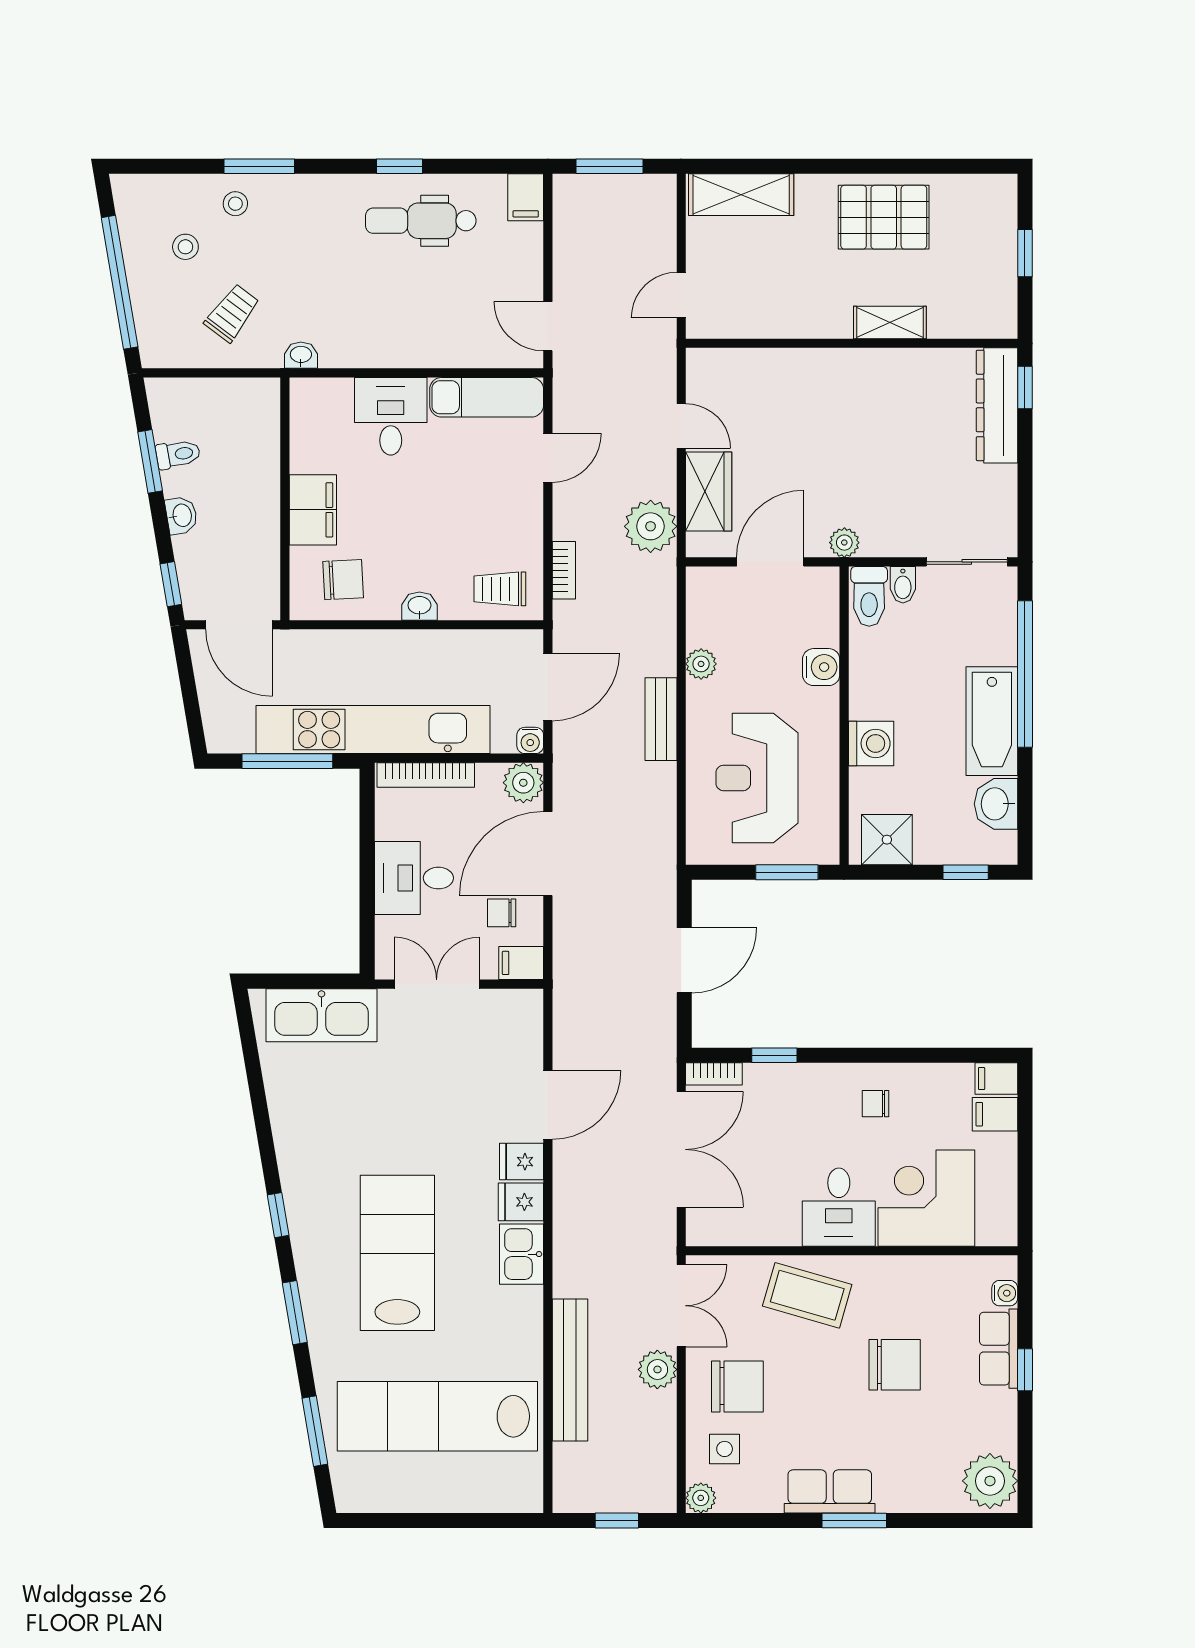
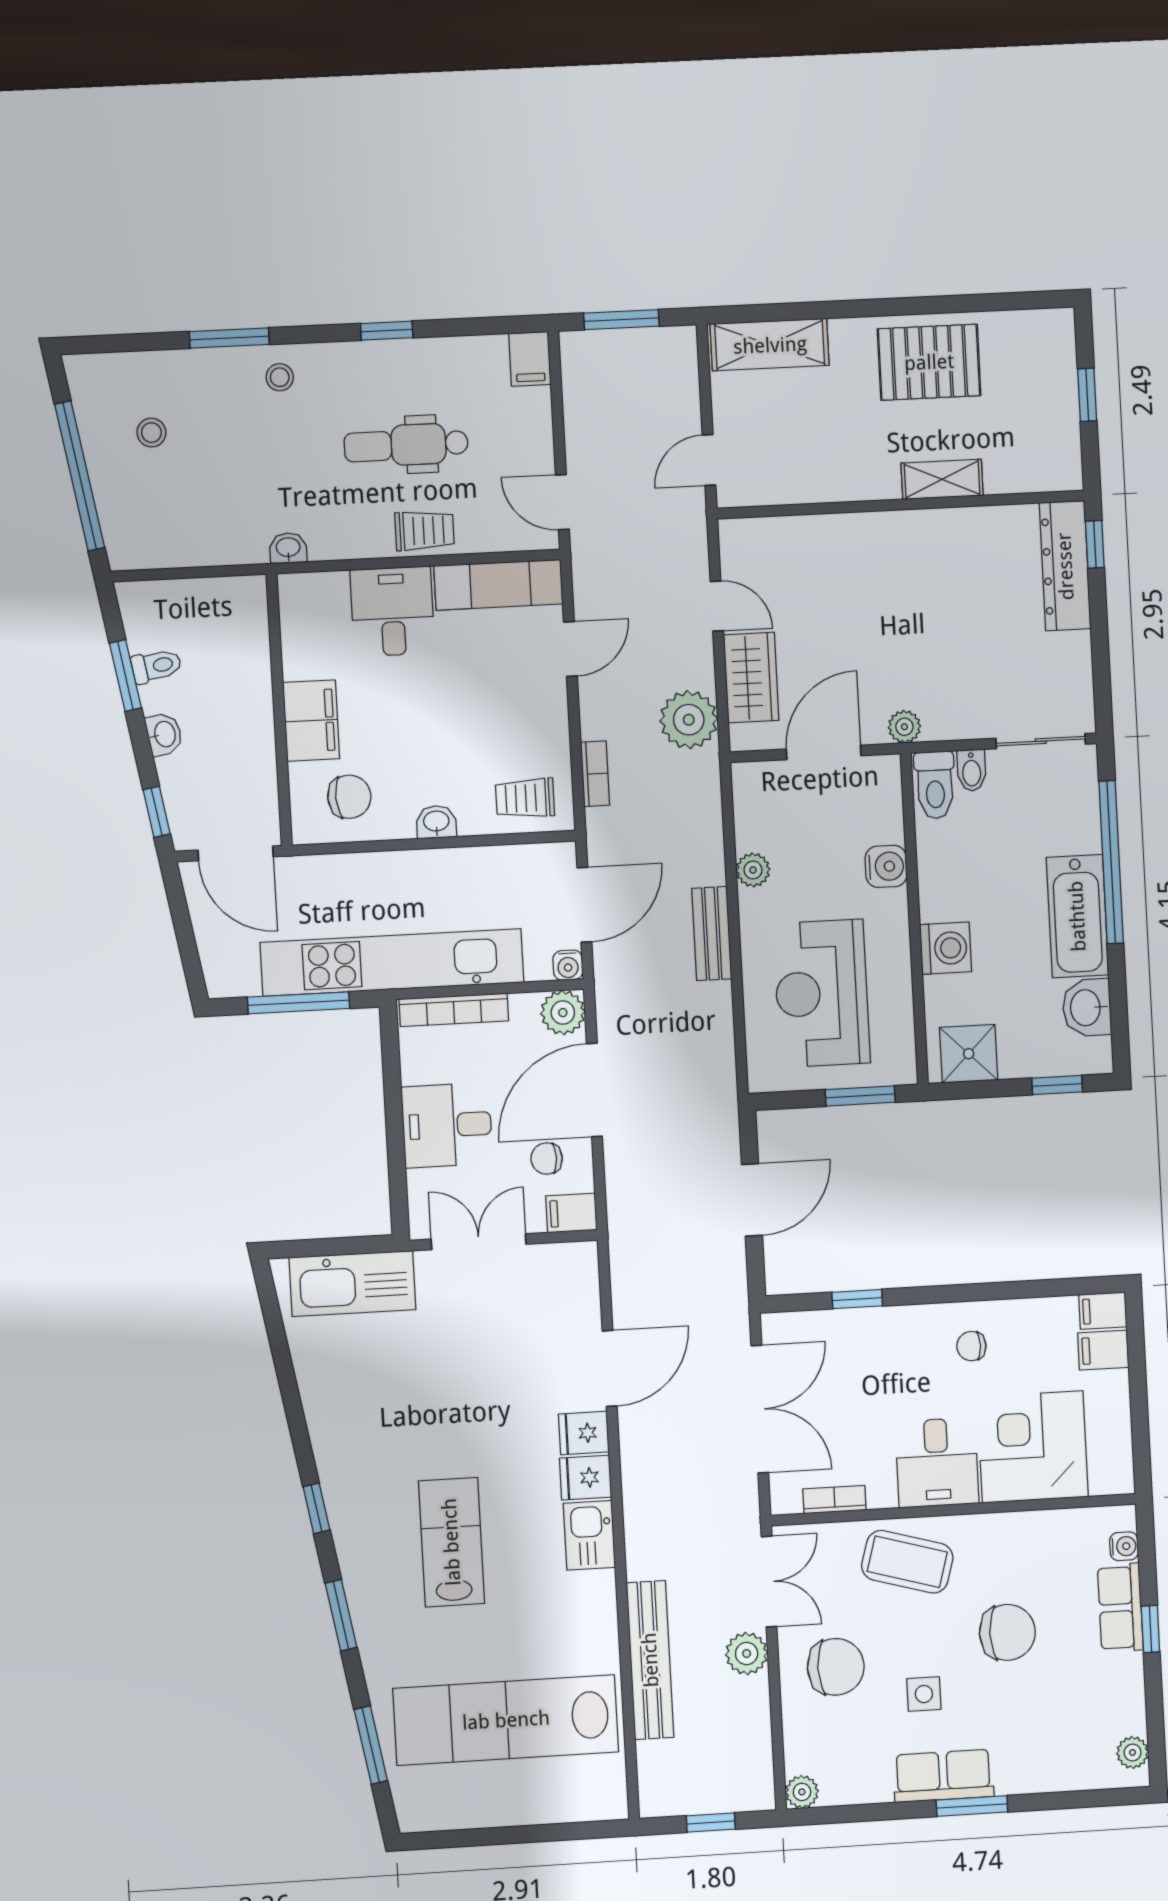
stool: (235, 204) -> (280, 377), moved
dental chair: (421, 221) -> (406, 445), moved
trolley: (232, 313) -> (425, 530), moved, turned 53
bookcase: (714, 1074) -> (834, 1500), moved, turned 180
lab bench: (397, 1253) -> (451, 1542), width x0.73, depth x0.72
side table: (725, 1449) -> (924, 1694), moved
plant: (990, 1481) -> (1133, 1753), width x0.53, depth x0.53

